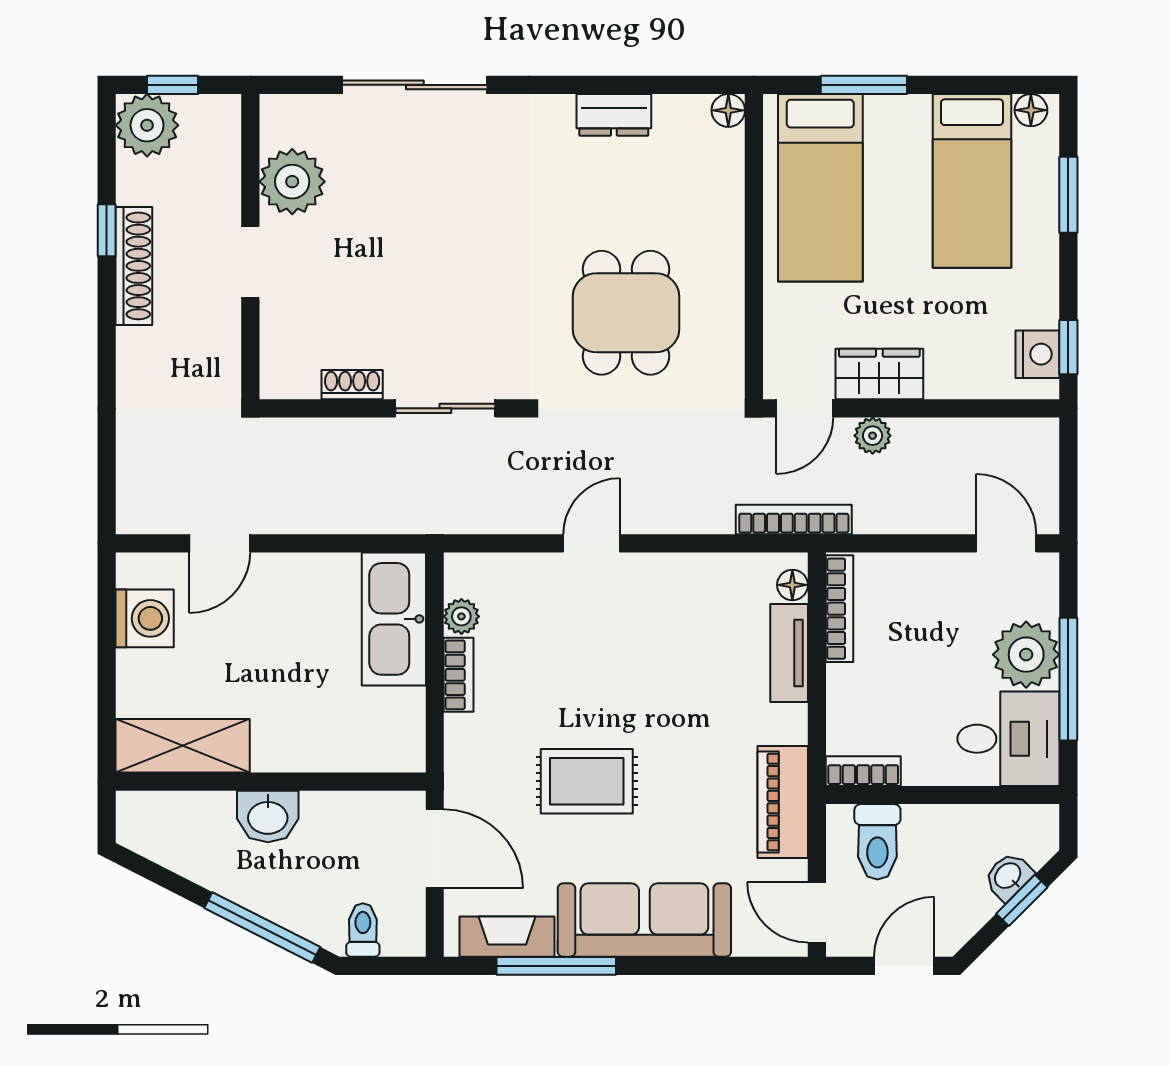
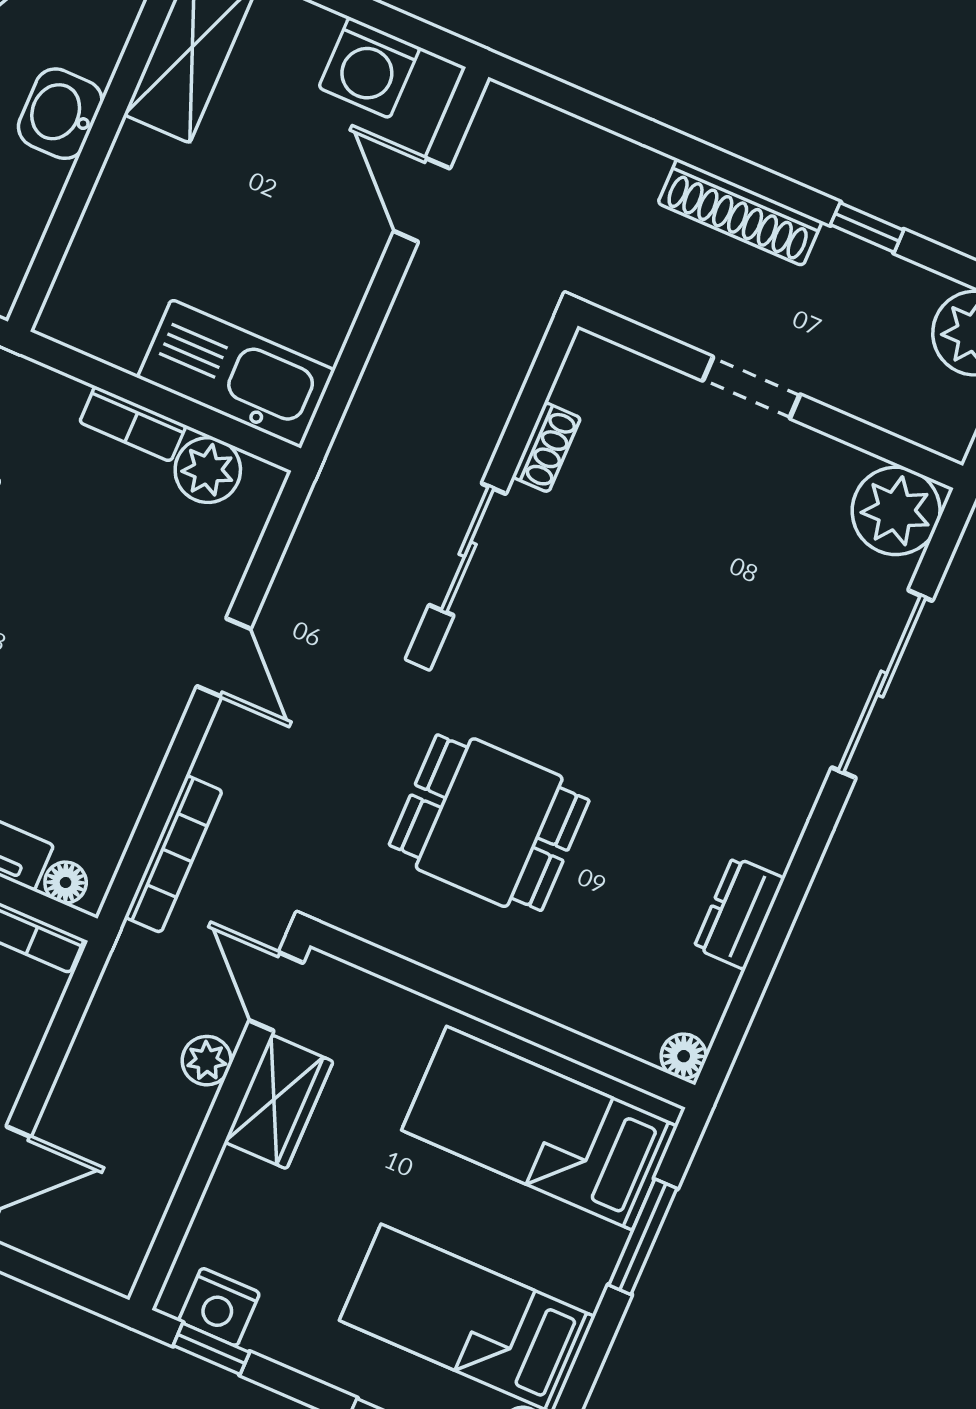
plant: (292, 182) -> (896, 511), moved
shoe rack: (134, 266) -> (740, 212), moved
bookcase: (794, 520) -> (174, 854), moved
plant: (461, 616) -> (208, 470), width x1.38, depth x1.38

